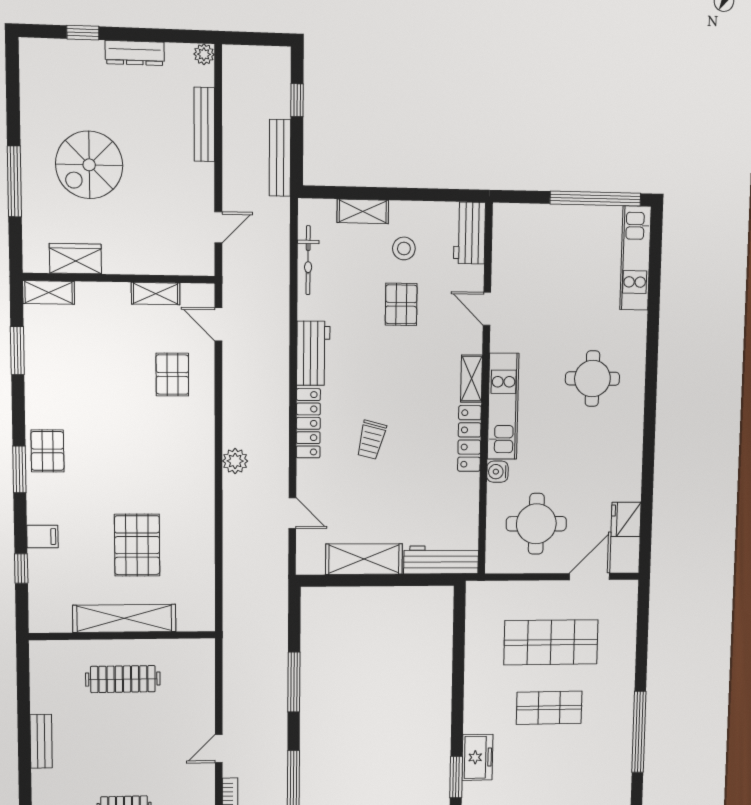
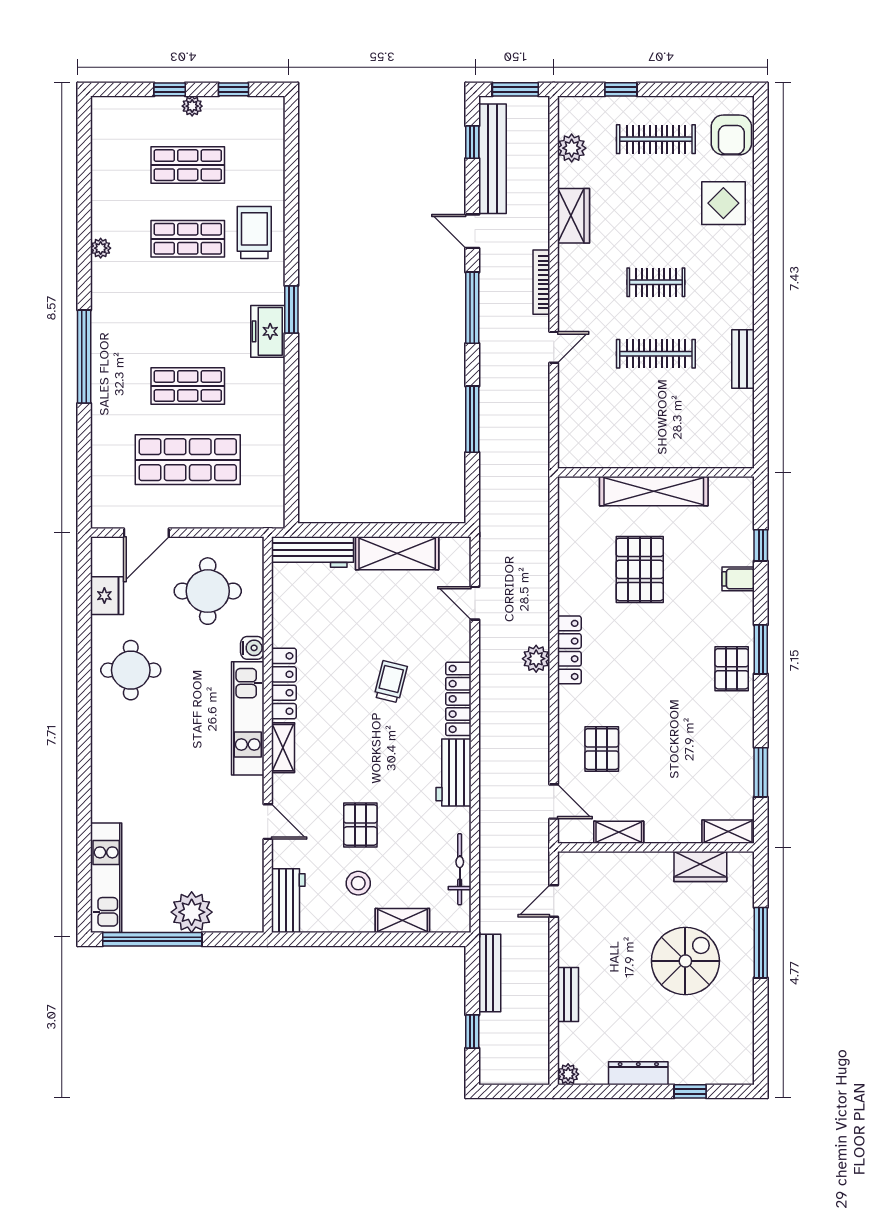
bench: (204, 124) -> (568, 995), width x0.73
plant: (559, 224) -> (192, 912), added
round table: (592, 379) -> (131, 670), moved
locker: (204, 469) -> (569, 650), added
clothes rail: (123, 679) -> (656, 354), moved

